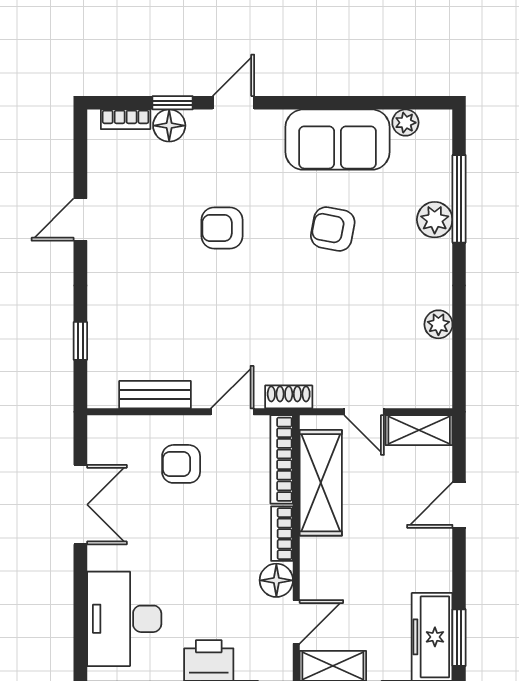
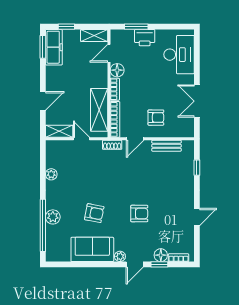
plant: (405, 123) -> (120, 256), moved
window: (459, 199) -> (43, 225), width x1.46

